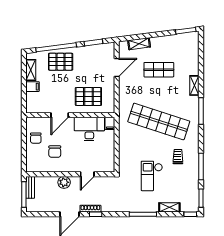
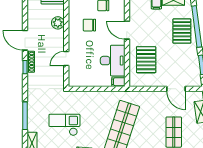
door: (87, 174) -> (66, 59), hinge flipped
plant: (64, 182) -> (58, 23), moved

